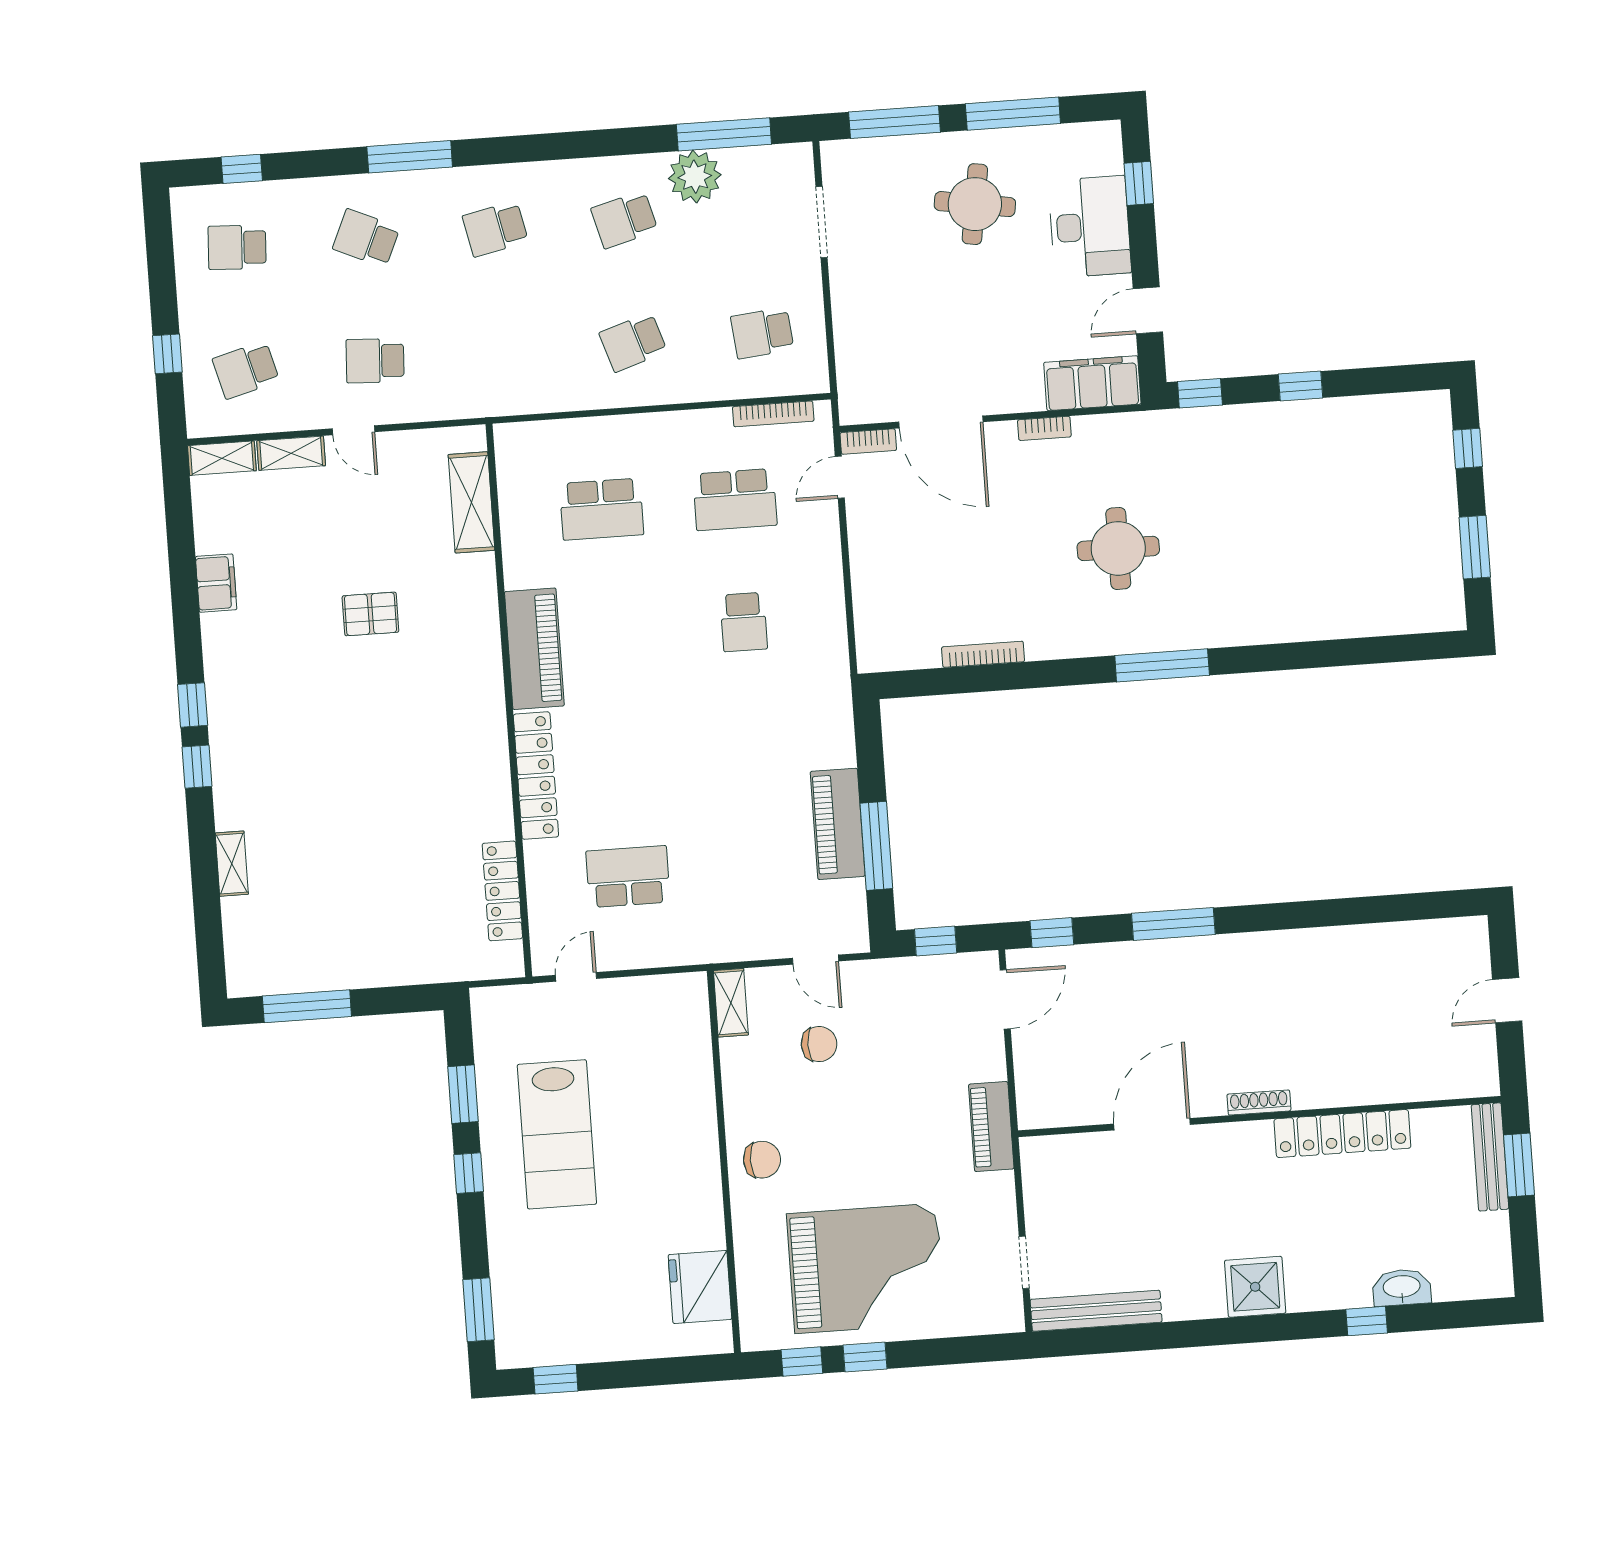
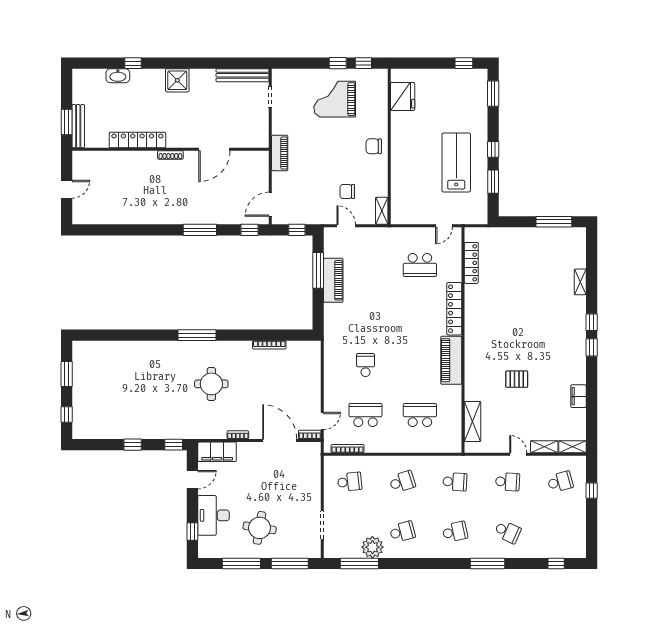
school desk: (237, 247) -> (455, 482), moved
grand piano: (866, 1268) -> (335, 99), width x0.73, depth x0.68

